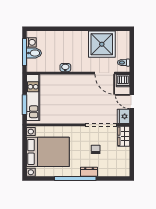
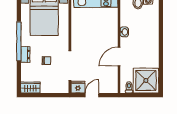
shower: (102, 44) -> (146, 80), moved
door: (105, 73) -> (119, 57), moved
dishwasher: (123, 81) -> (112, 87), removed
wardrobe: (124, 136) -> (31, 87), moved

